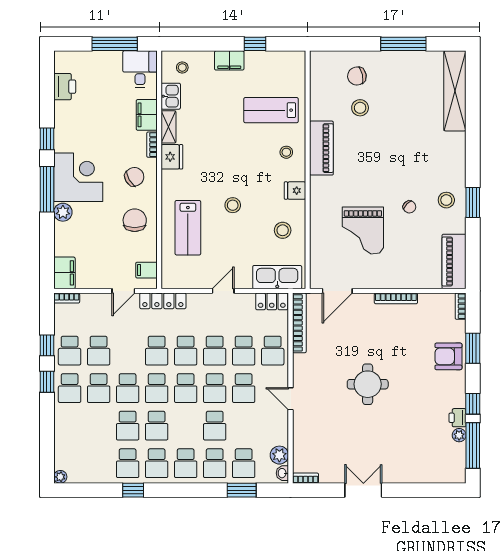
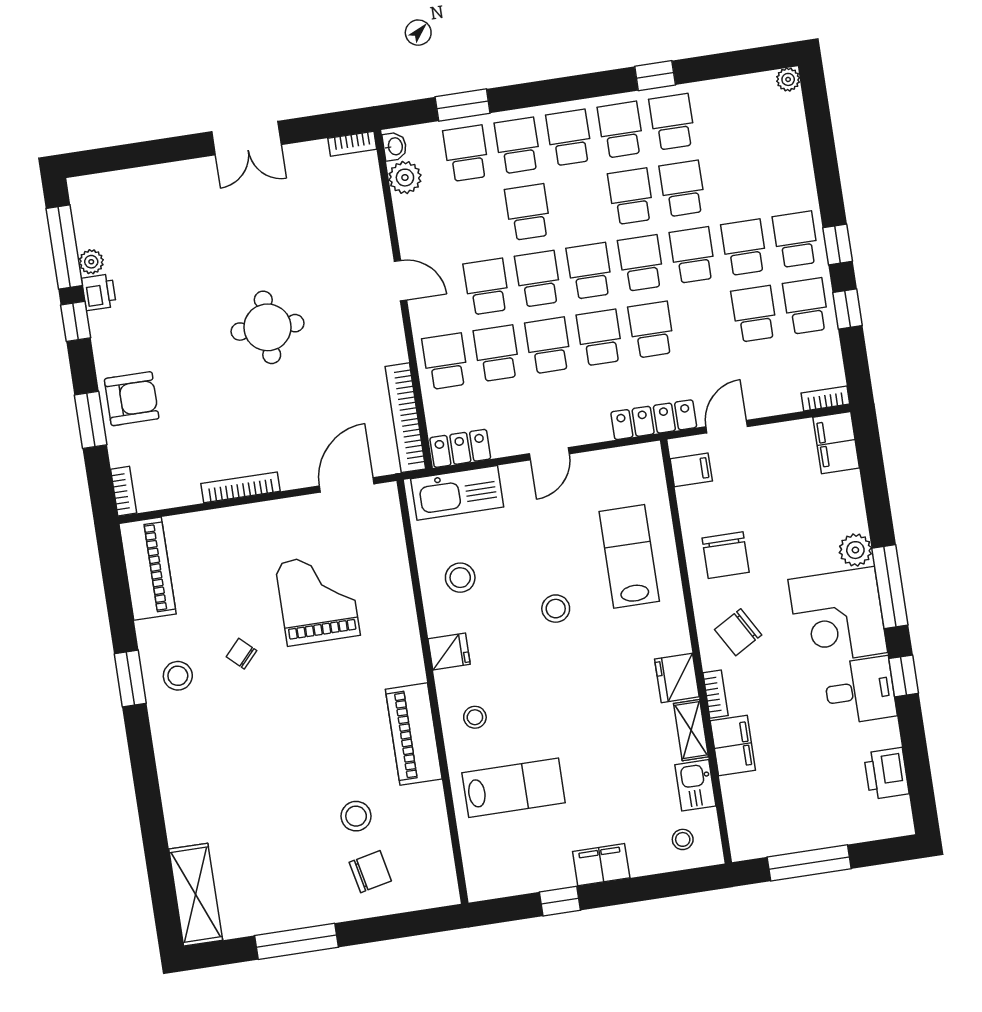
desk: (140, 69) -> (860, 691), moved, turned -90
shelving: (455, 91) -> (196, 895), width x0.68

